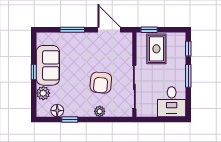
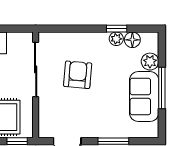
window: (34, 72) -> (162, 88), width x2.17
plant: (100, 111) -> (116, 39), moved

